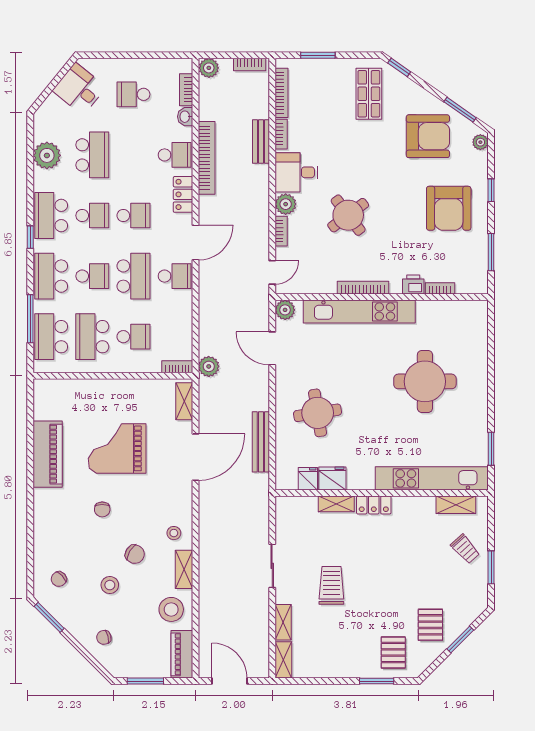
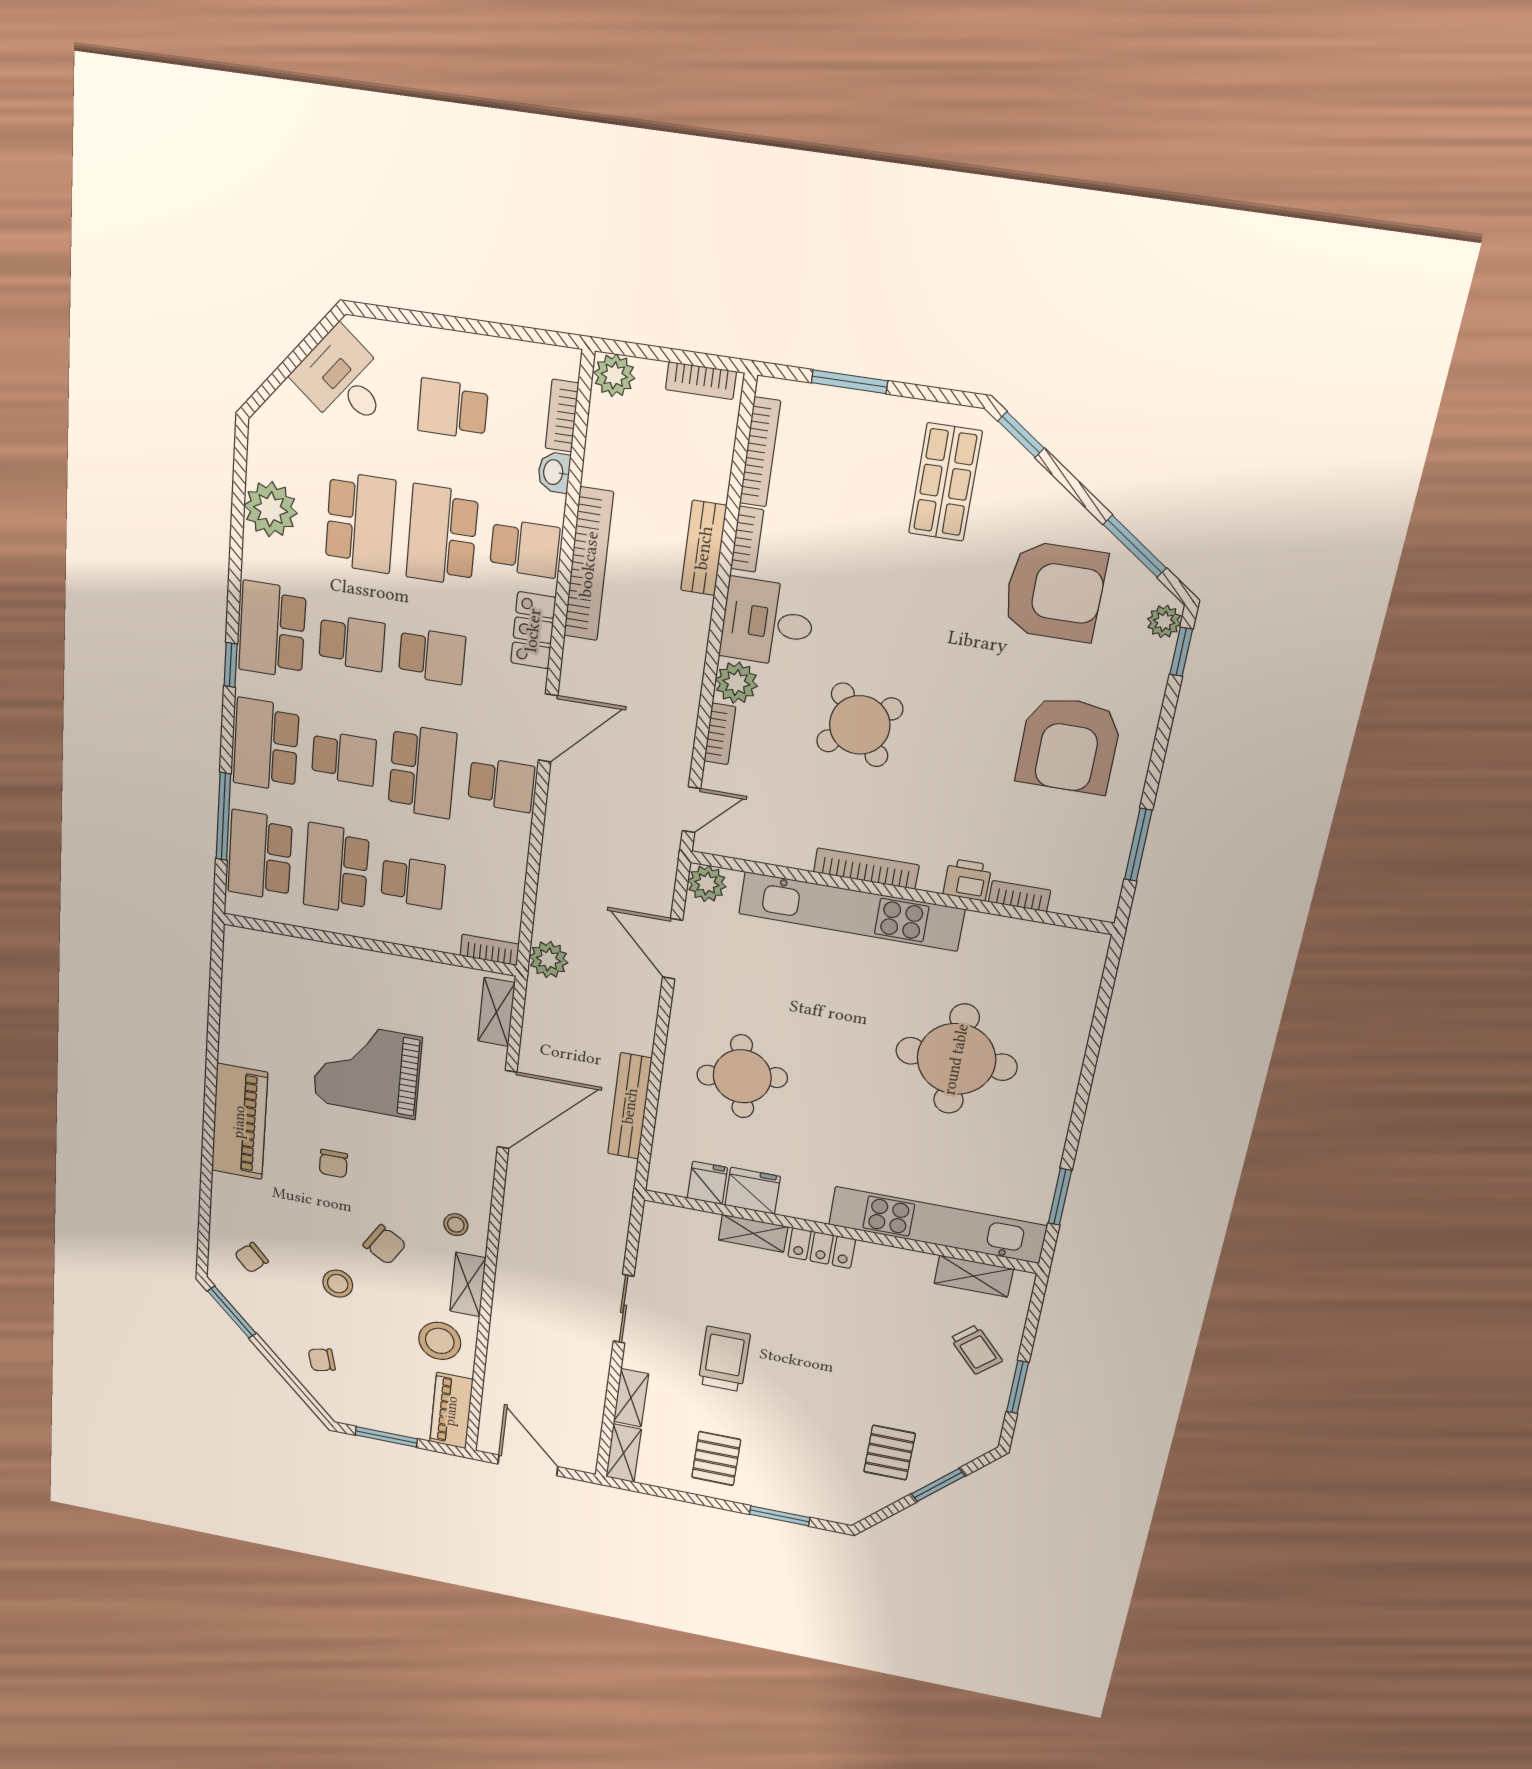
school desk: (133, 155) -> (442, 535), added
window: (491, 190) -> (1181, 652), moved
piano: (48, 454) -> (239, 1122), moved
pallet: (393, 652) -> (716, 1459), moved

